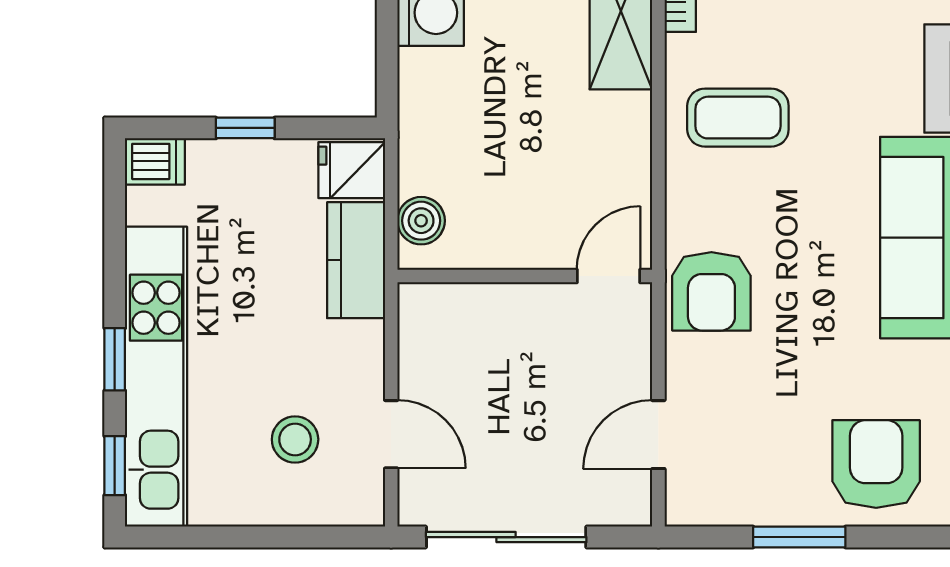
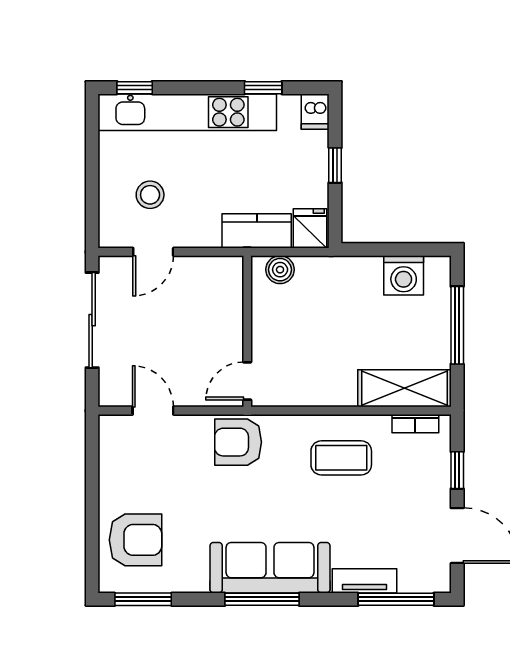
coffee table: (738, 118) -> (341, 458), turned 90
door: (609, 276) -> (247, 381), swing flipped
window: (115, 359) -> (263, 88), moved
window: (799, 537) -> (92, 494), removed

